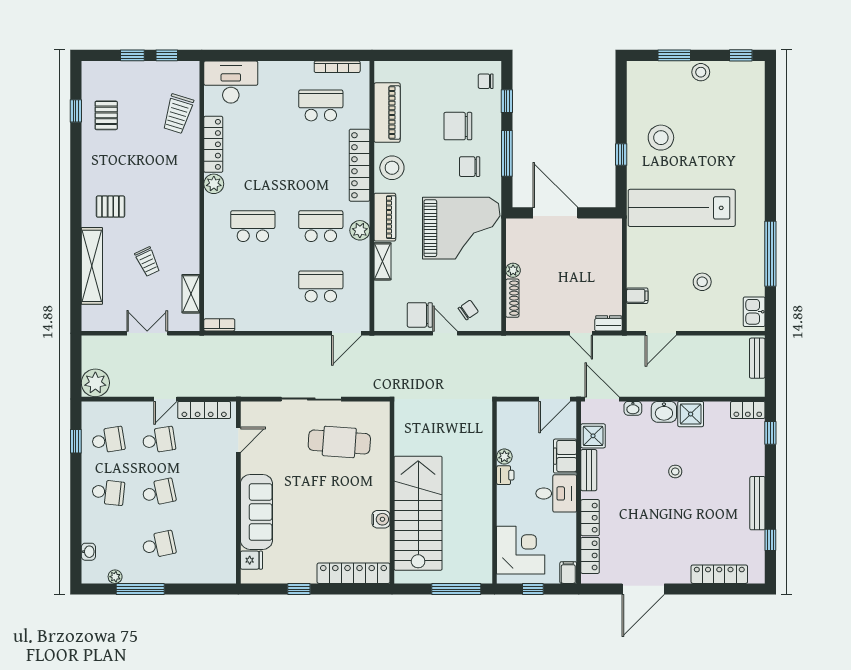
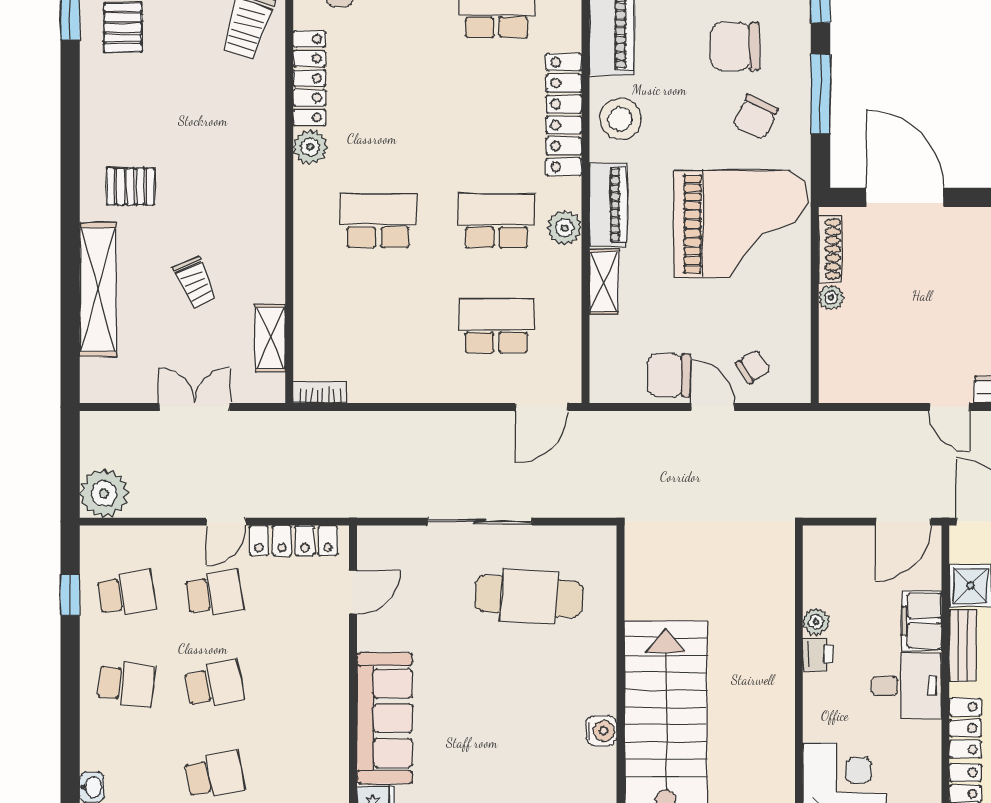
chair: (470, 167) -> (756, 117), turned -64
shoe rack: (512, 298) -> (830, 249), moved

